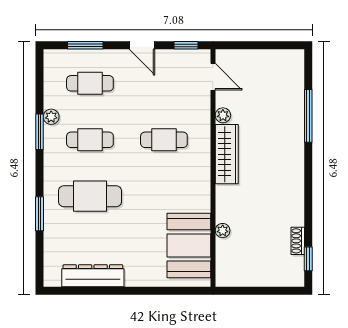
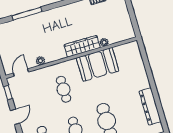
wardrobe: (227, 154) -> (82, 46), moved
booth: (189, 245) -> (98, 64), moved

